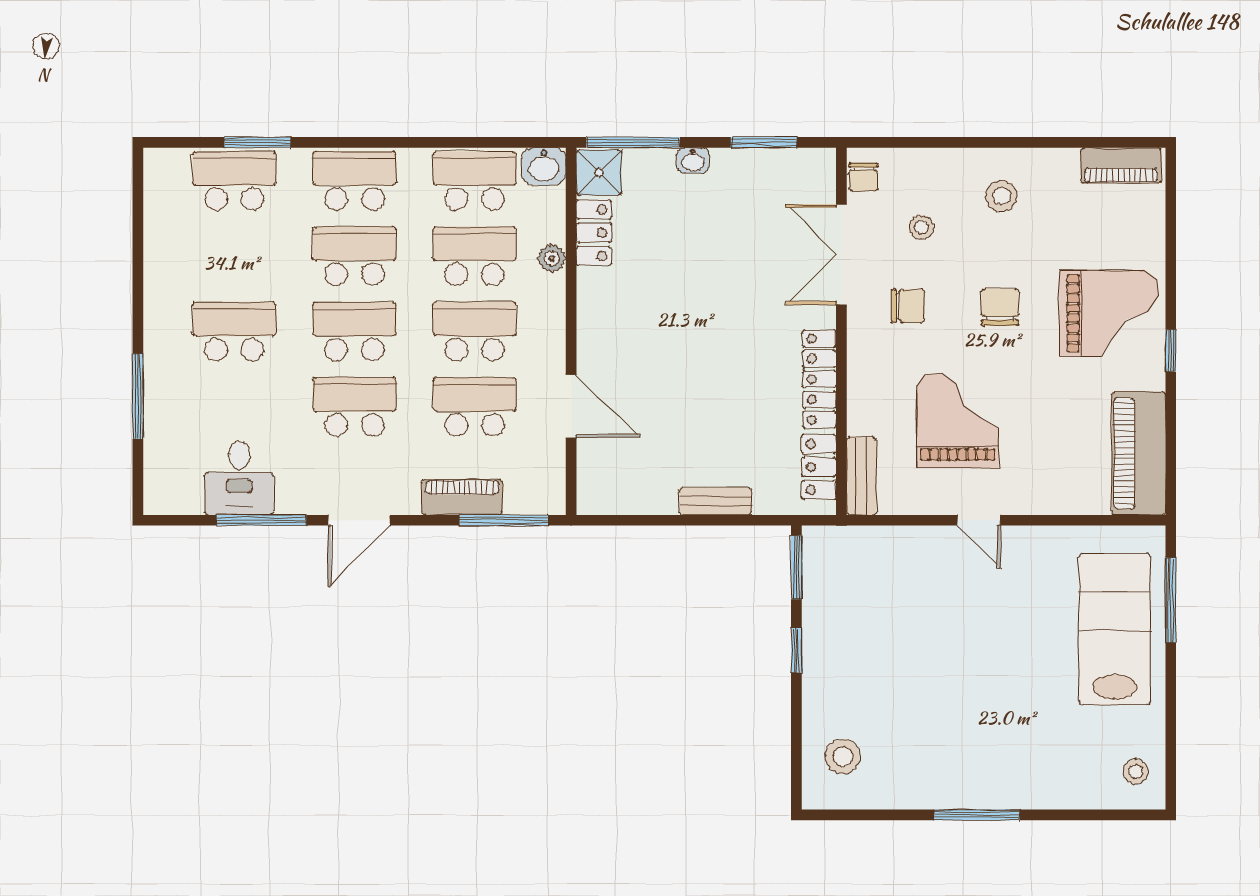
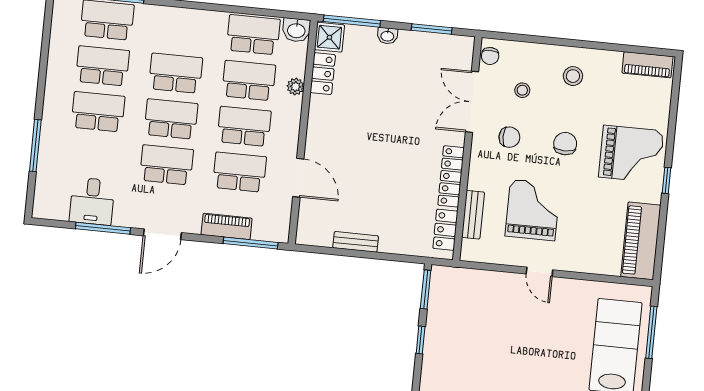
school desk: (354, 181) -> (103, 66), moved
bench: (861, 476) -> (473, 215), moved
bench: (716, 501) -> (356, 242), moved

